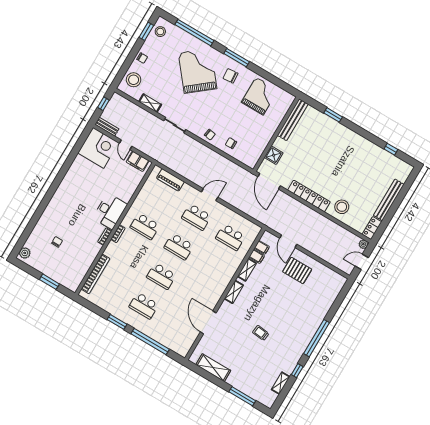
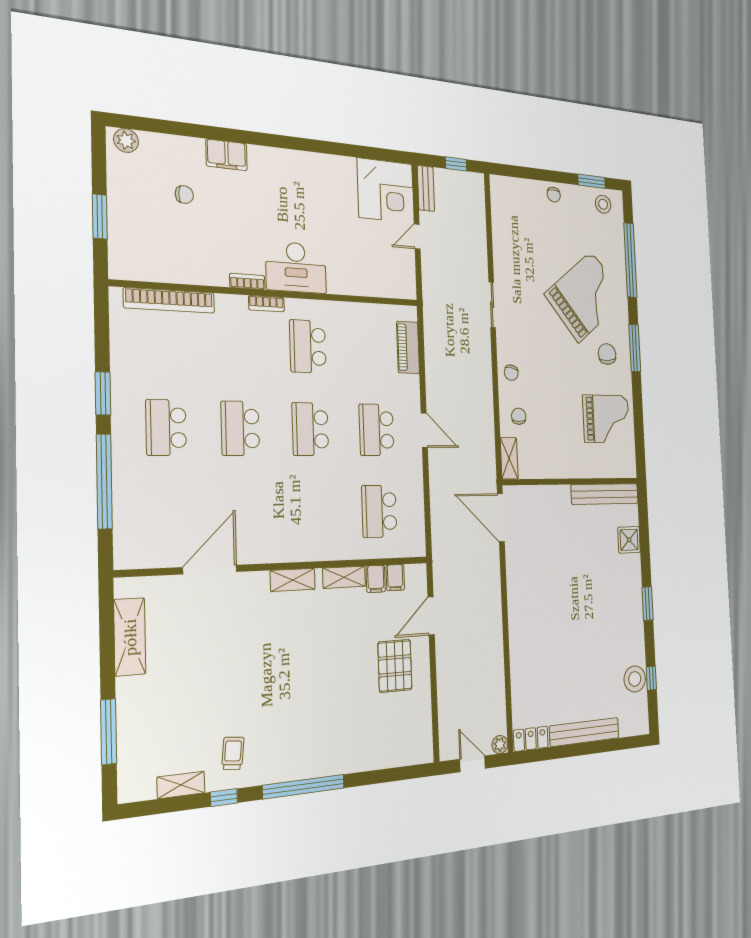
stool: (134, 80) -> (517, 197), removed
shelving: (150, 103) -> (509, 458), moved
window: (333, 115) -> (648, 604), moved
shower: (274, 155) -> (629, 540), moved
filing cabinet: (138, 161) -> (227, 155), moved, turned -90
door: (269, 181) -> (501, 518), hinge flipped
locker: (309, 196) -> (517, 599), removed
stool: (342, 207) -> (635, 679), moved
trolley: (261, 333) -> (233, 753), moved

